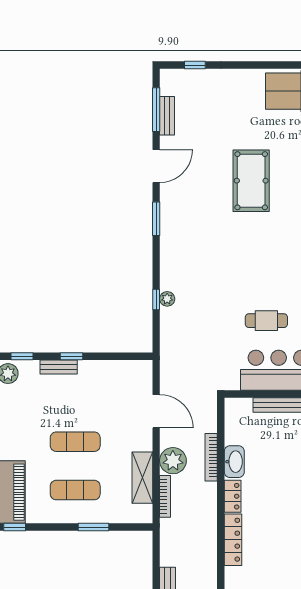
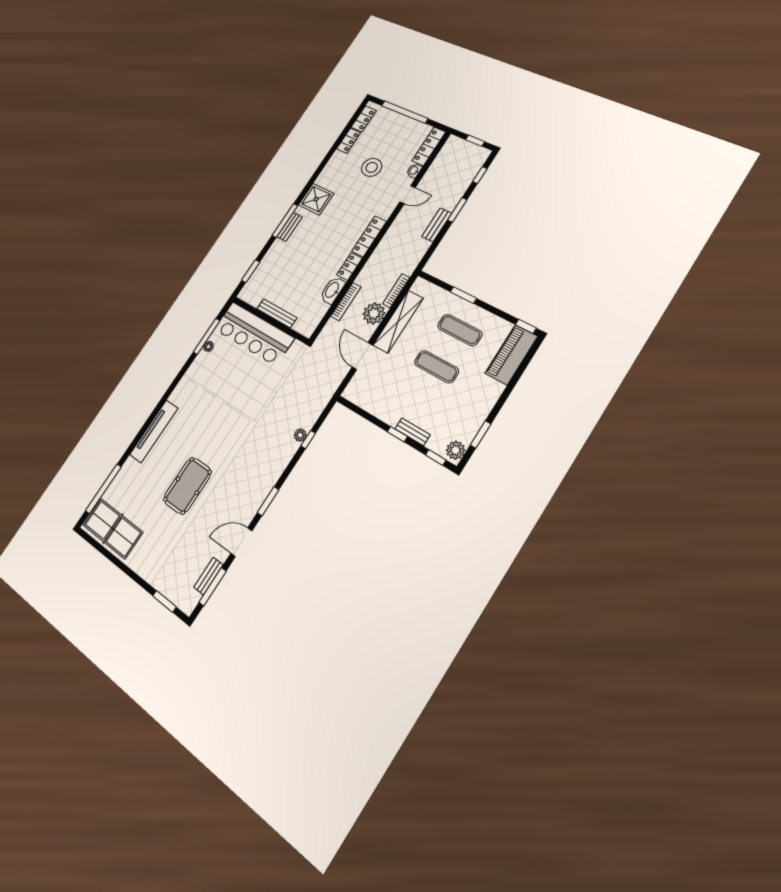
window: (195, 65) -> (165, 601), width x1.50
cafe table: (266, 321) -> (245, 378), removed
shelving: (142, 478) -> (398, 322), width x1.47

